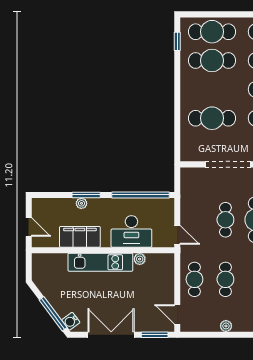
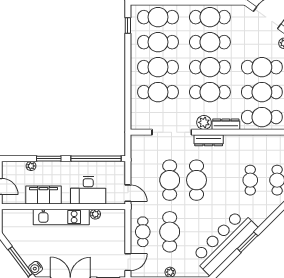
cafe table: (212, 89) -> (158, 67), added
plant: (81, 203) -> (31, 166), moved
cafe table: (225, 220) -> (170, 180), width x1.37, depth x1.35
cafe table: (225, 279) -> (170, 232), width x1.37, depth x1.35
door: (177, 314) -> (128, 262), swing flipped

